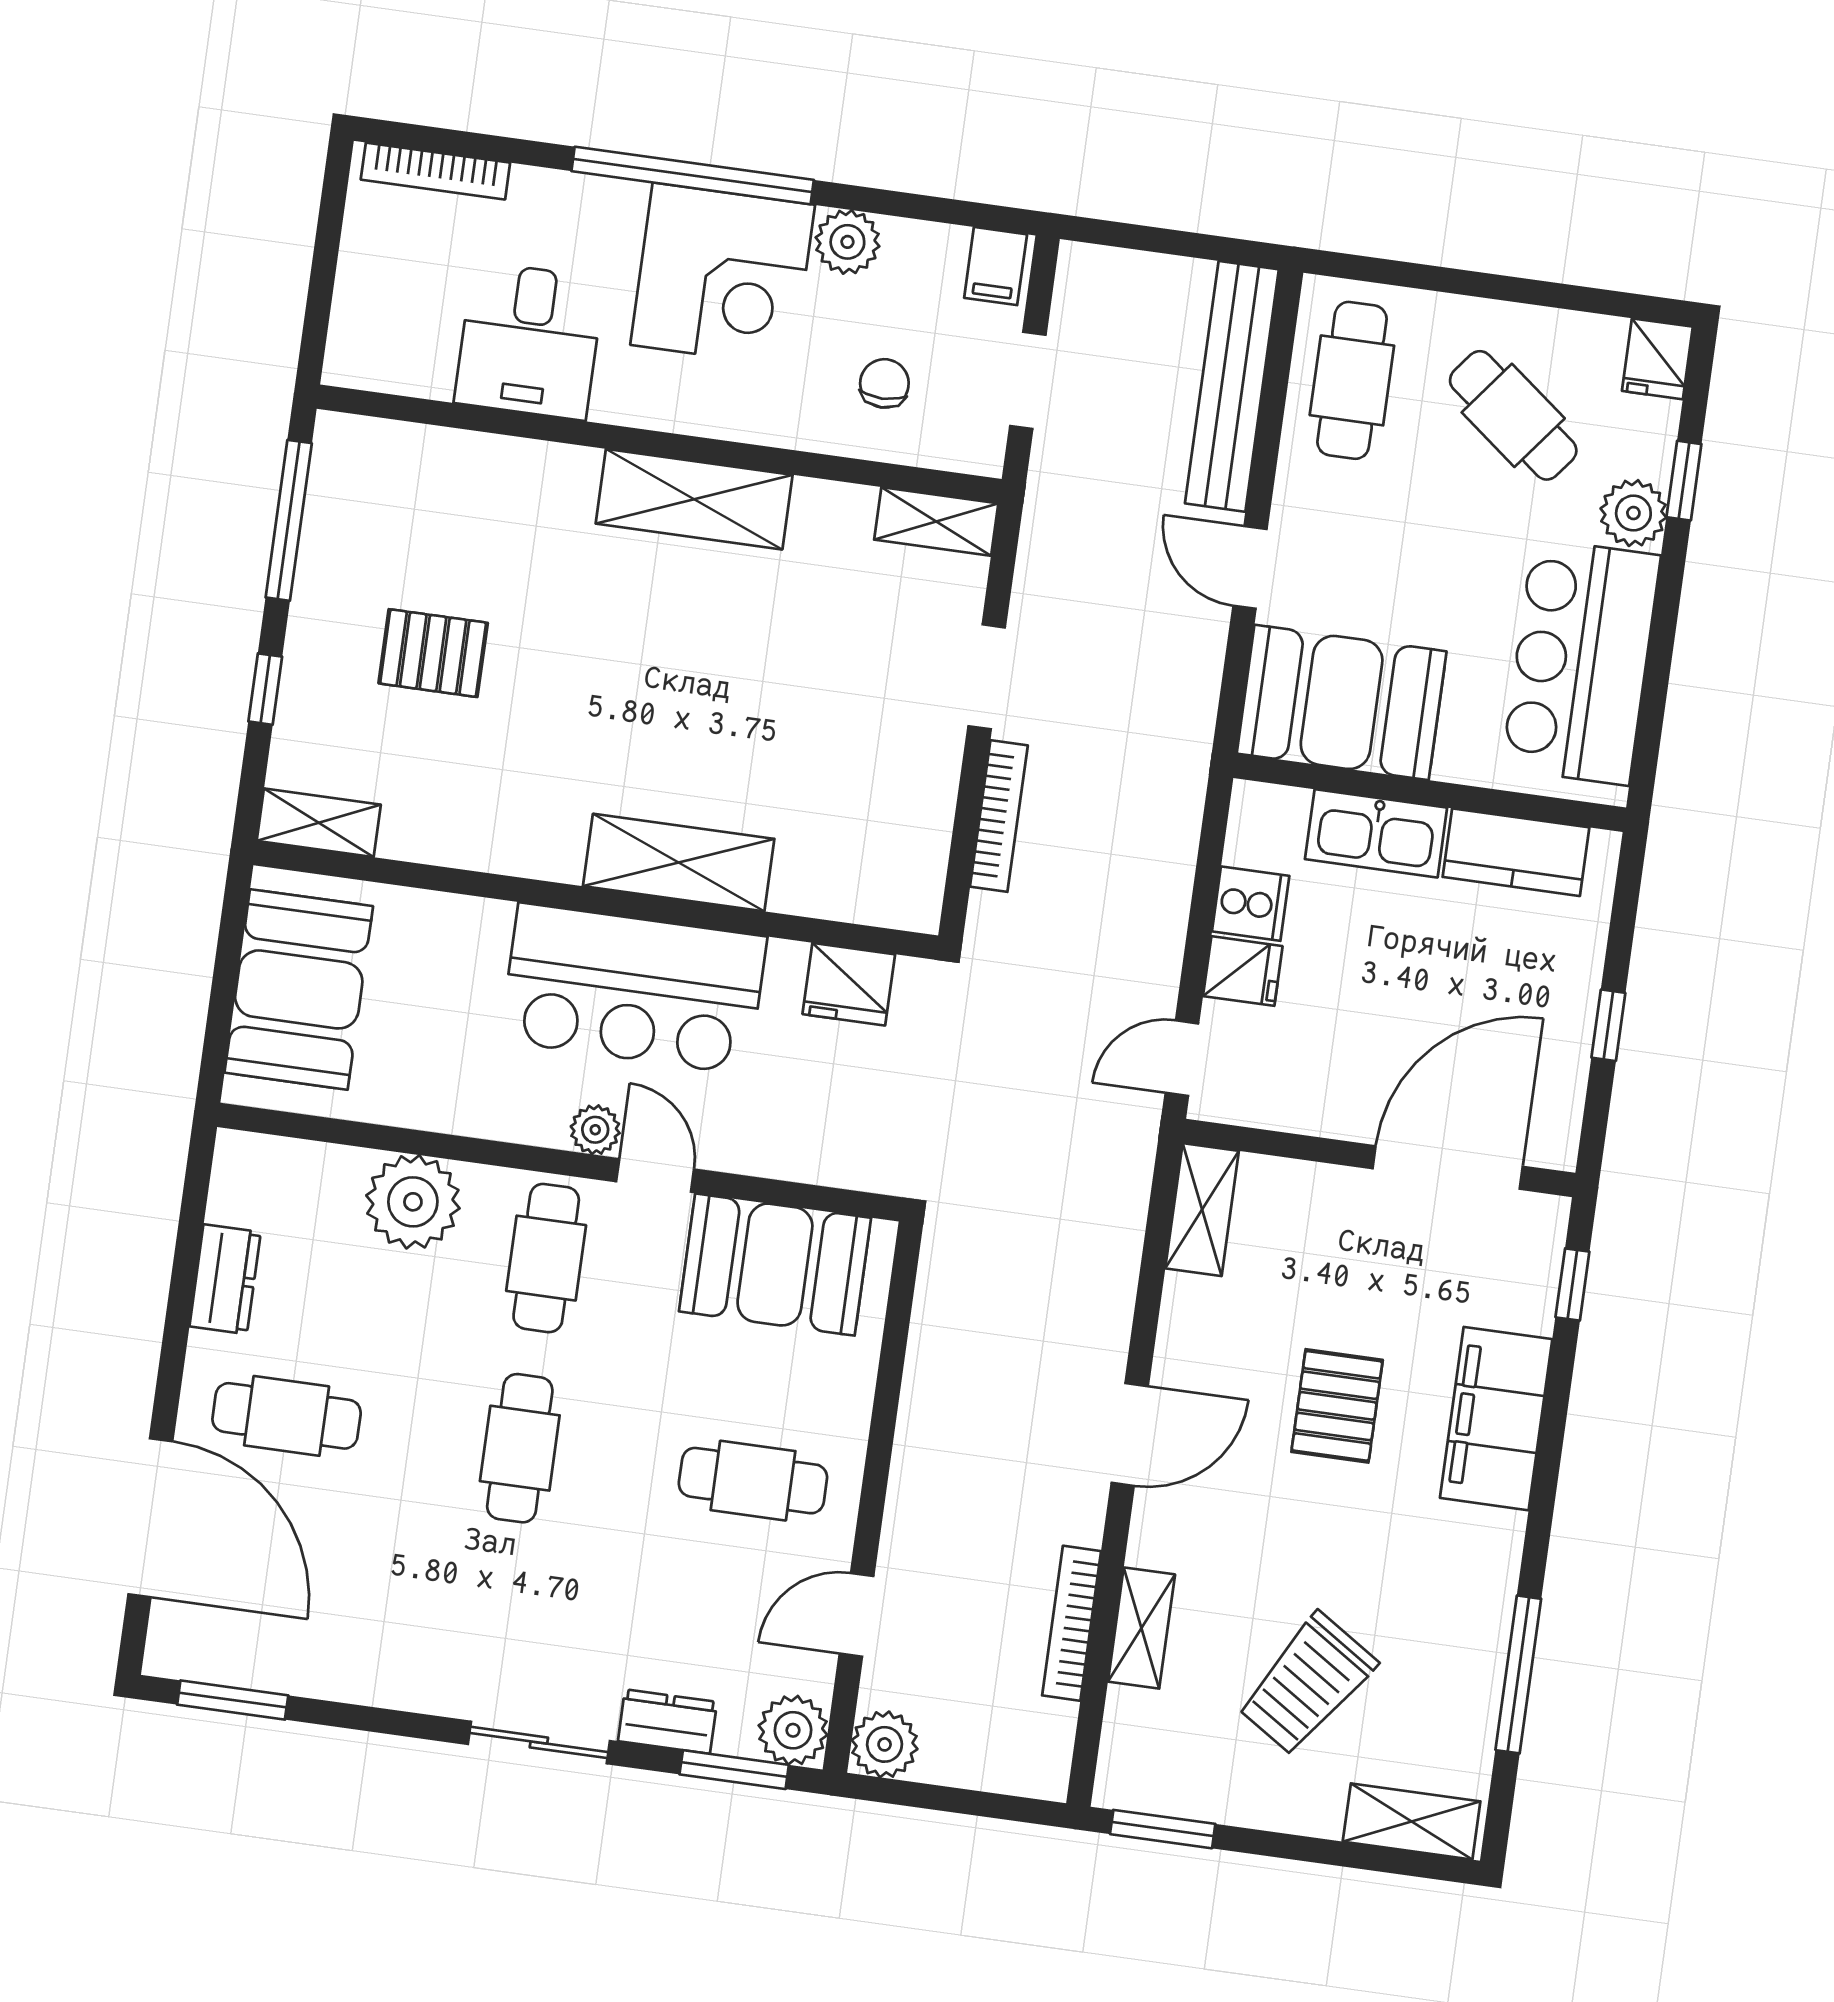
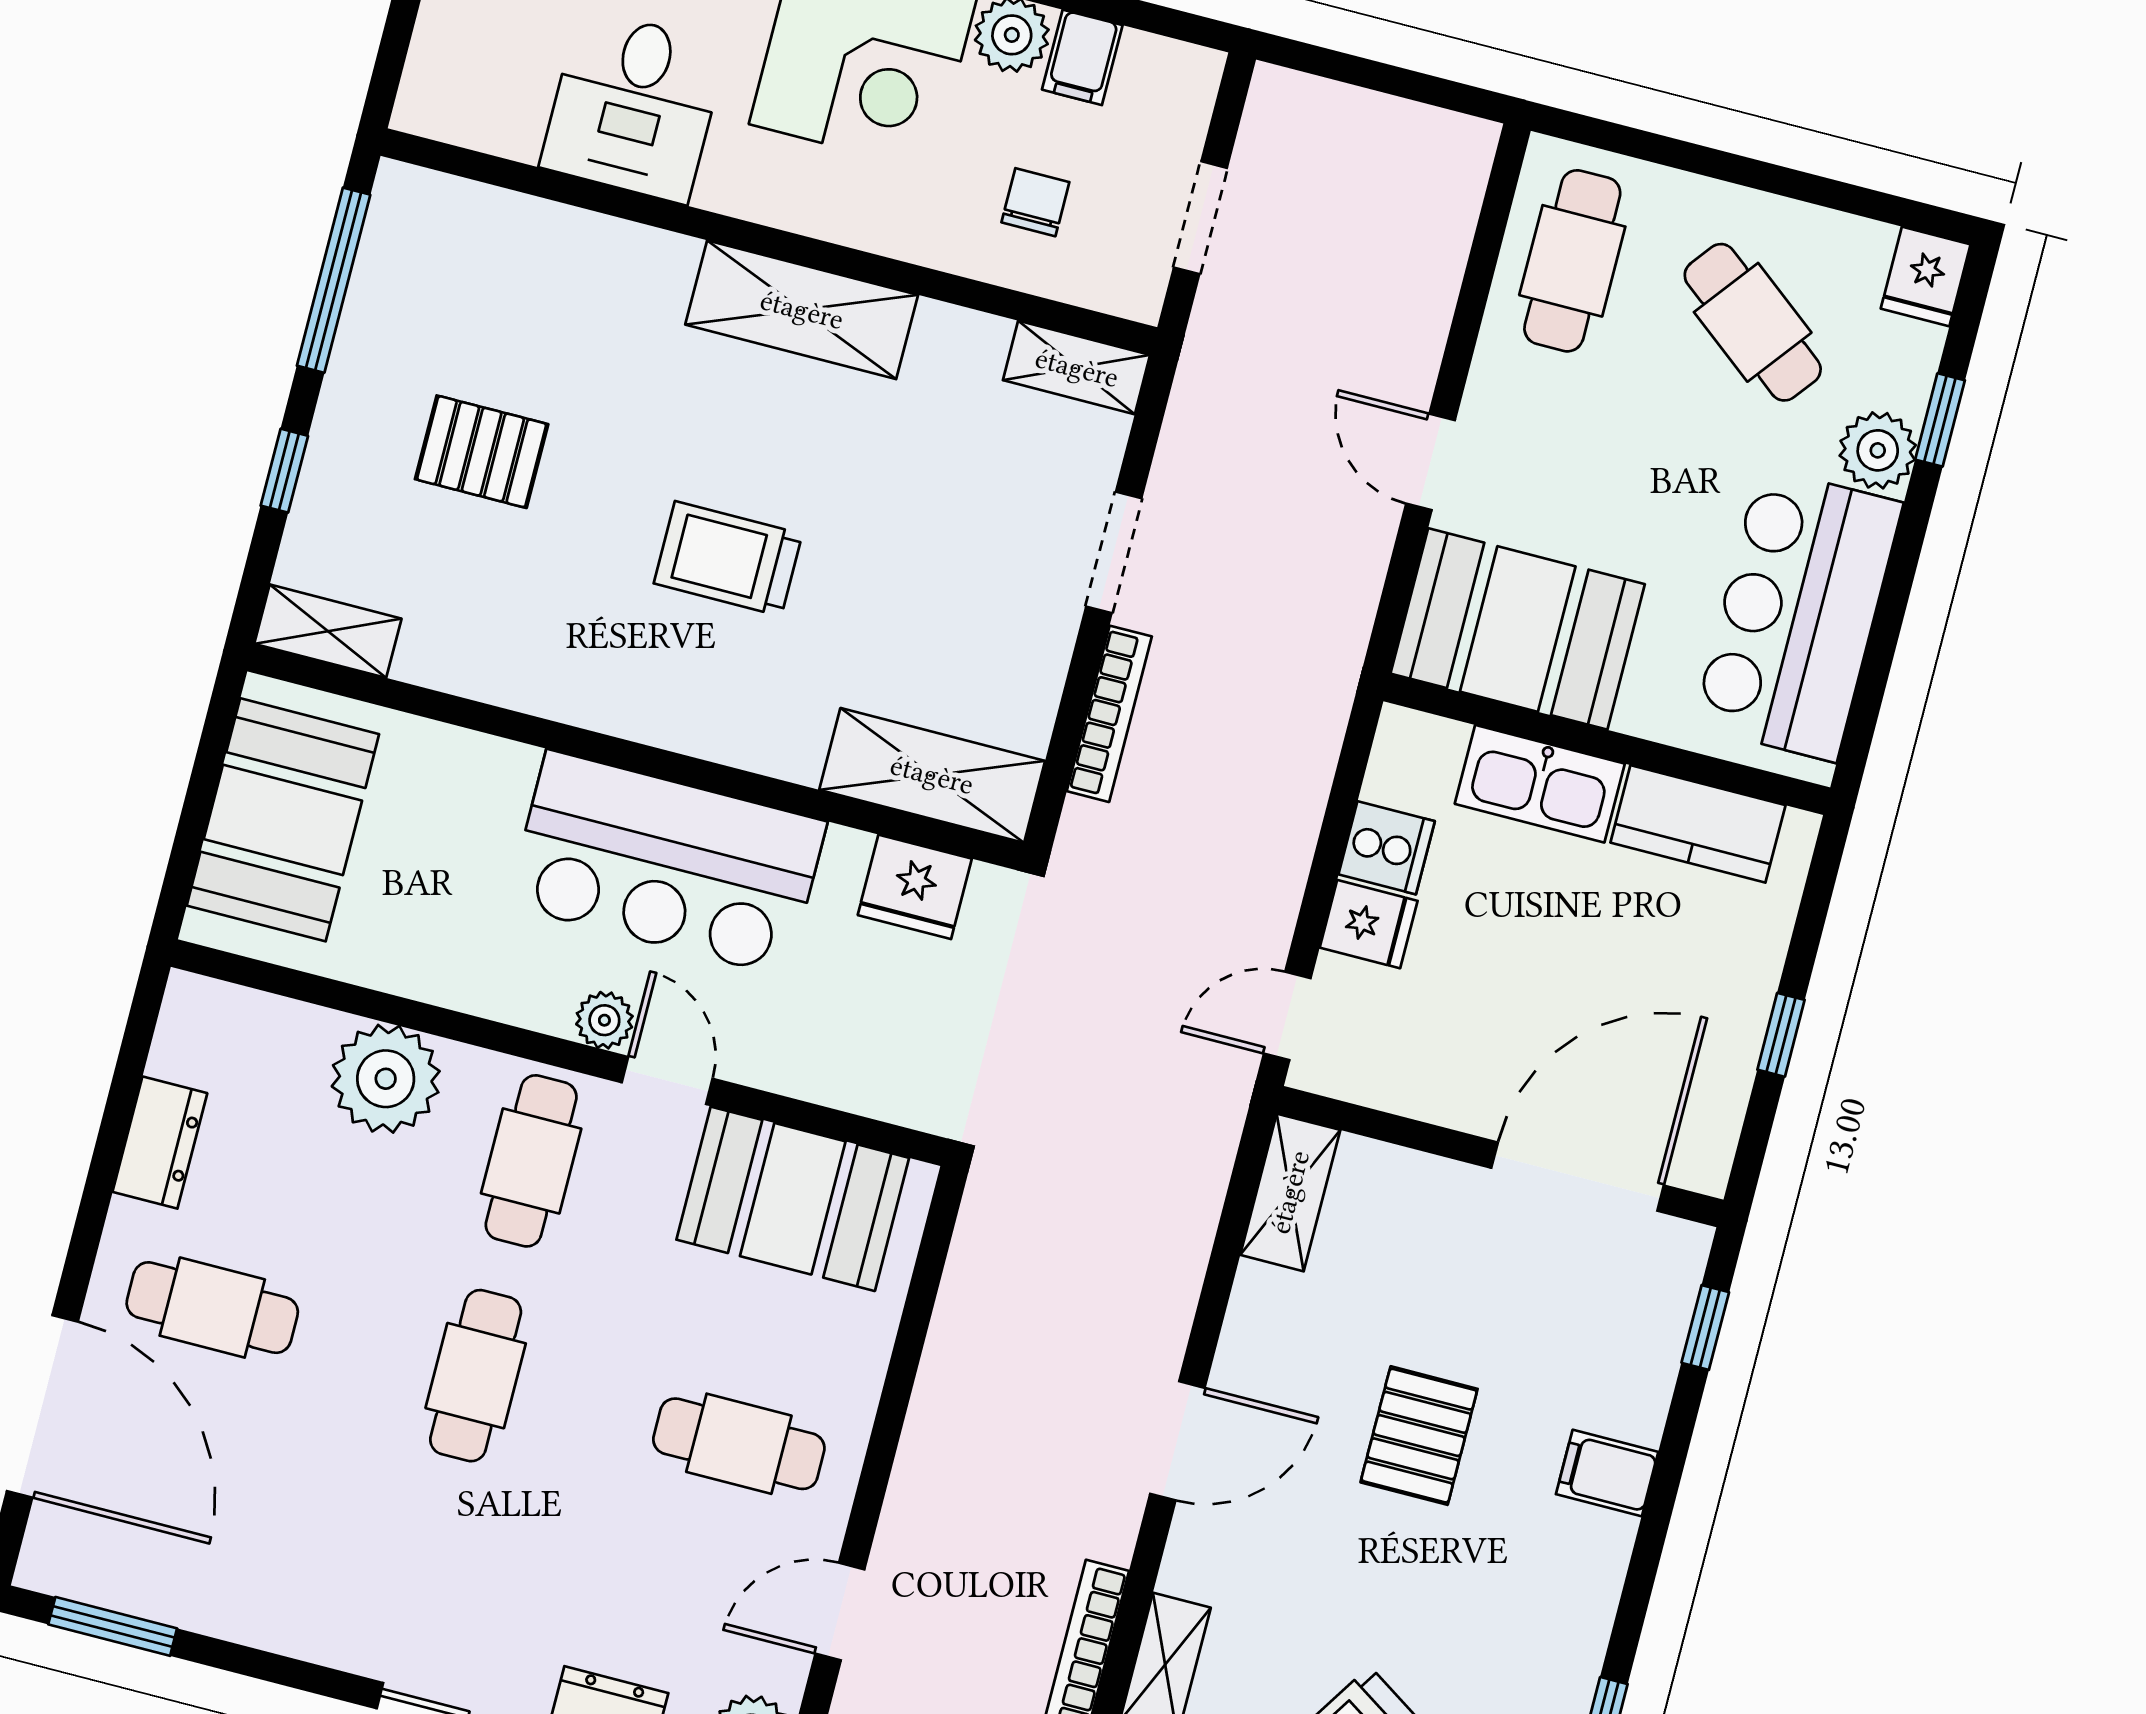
filing cabinet: (996, 266) -> (1082, 57), moved
bench: (1232, 386) -> (1434, 252), removed
trolley: (656, 721) -> (728, 559), added
shelving: (679, 862) -> (932, 775), moved
filing cabinet: (1496, 1419) -> (1607, 1473), width x0.33, depth x0.86

